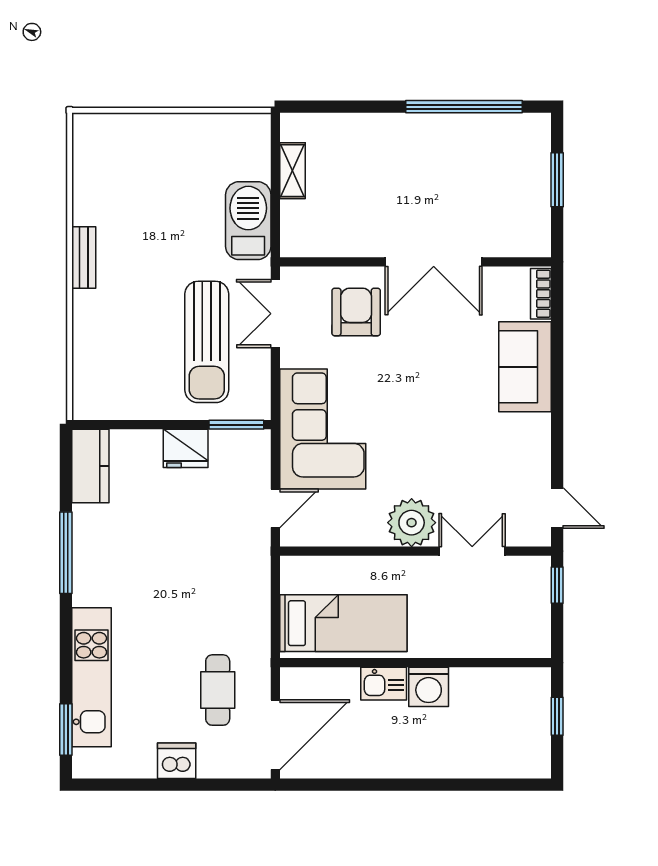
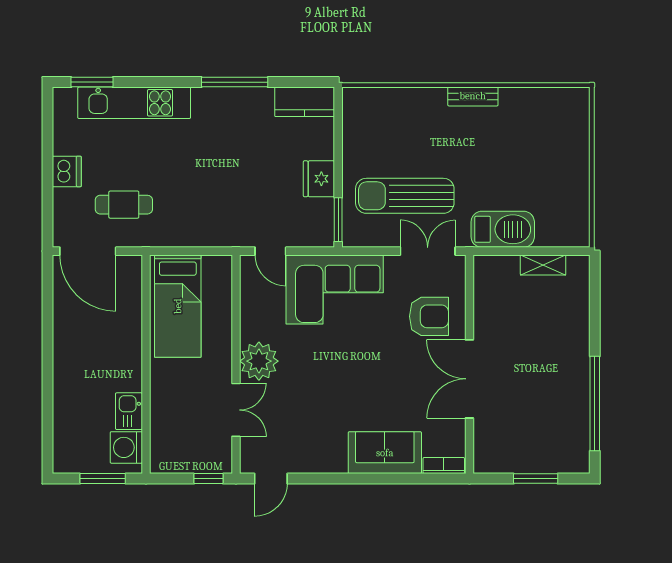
kitchen sink: (384, 684) -> (129, 411), moved
washing machine: (429, 687) -> (126, 447), moved
window: (557, 716) -> (103, 479), width x1.50

